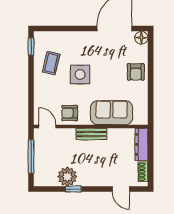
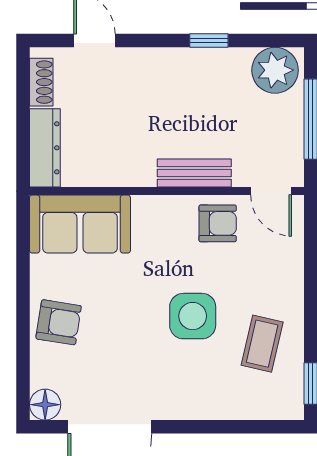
armchair: (136, 72) -> (59, 322), turned 99
sofa: (112, 113) -> (80, 224), moved
bench: (91, 134) -> (194, 173), moved
plant: (67, 177) -> (275, 70), moved

